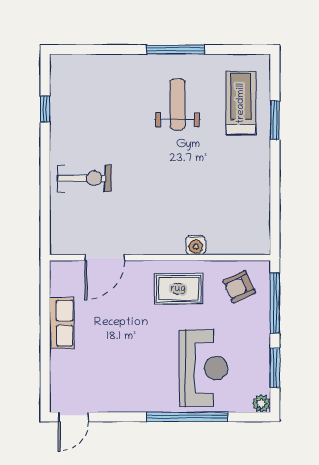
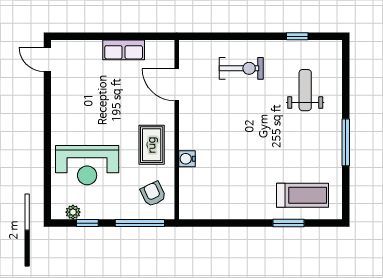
weight bench: (177, 104) -> (305, 90), moved, turned -90
exercise bike: (84, 178) -> (241, 68), turned -90
window: (275, 368) -> (87, 223), width x0.67
plant: (261, 403) -> (73, 212), moved
window: (187, 417) -> (47, 152), removed

